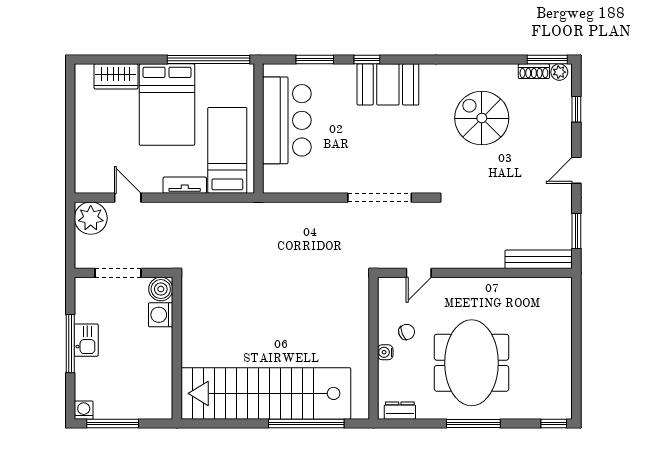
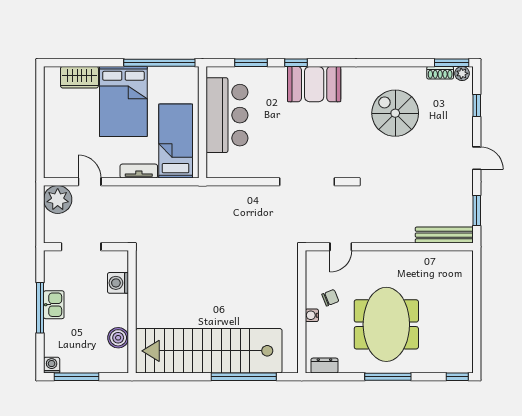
door: (576, 170) -> (477, 158), swing flipped
boiler: (161, 289) -> (118, 338), moved

